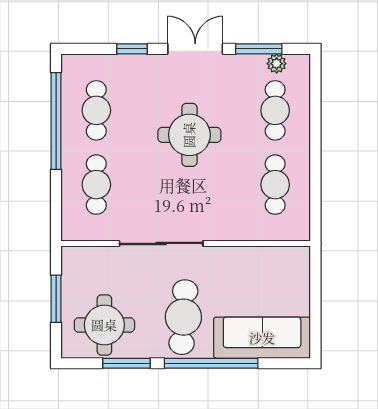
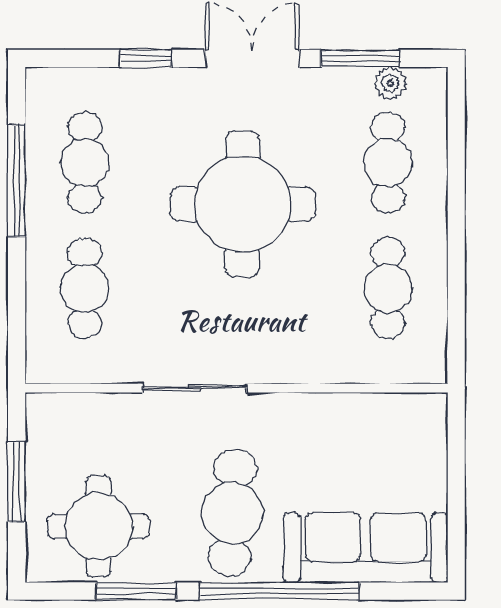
window: (56, 121) -> (17, 180), width x0.68
round table: (189, 135) -> (243, 204), width x1.36, depth x1.36
sliding door: (161, 243) -> (195, 388), width x0.73

